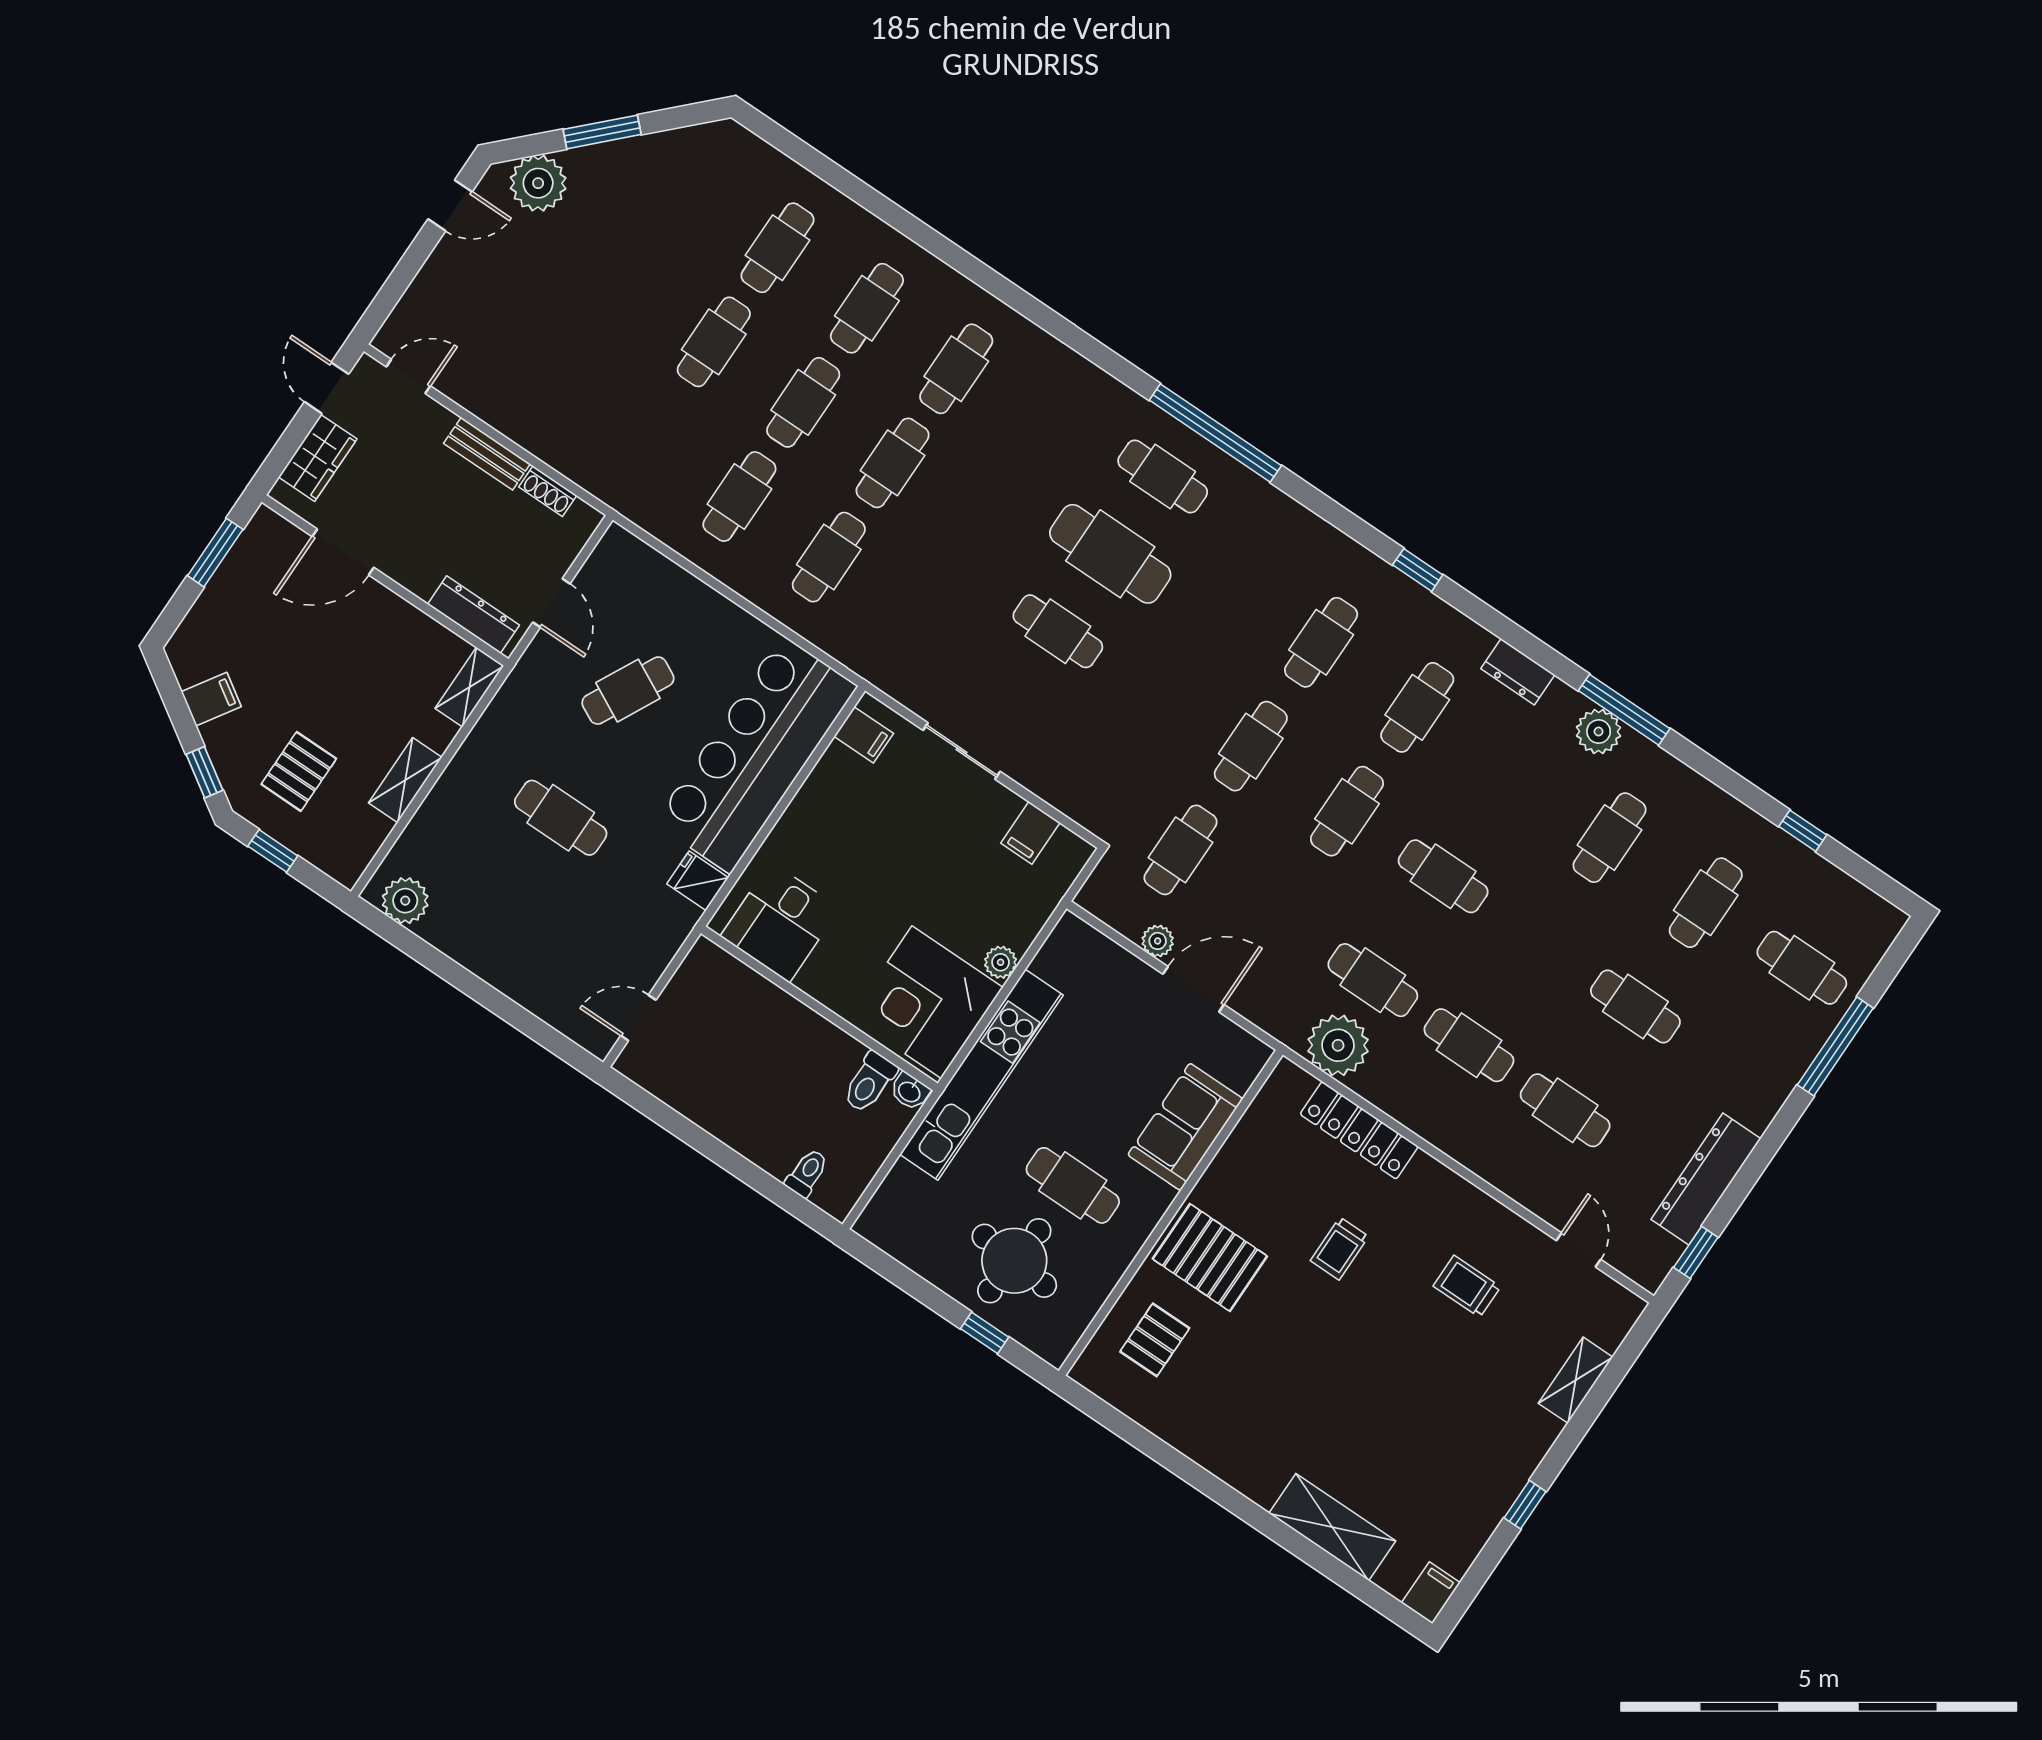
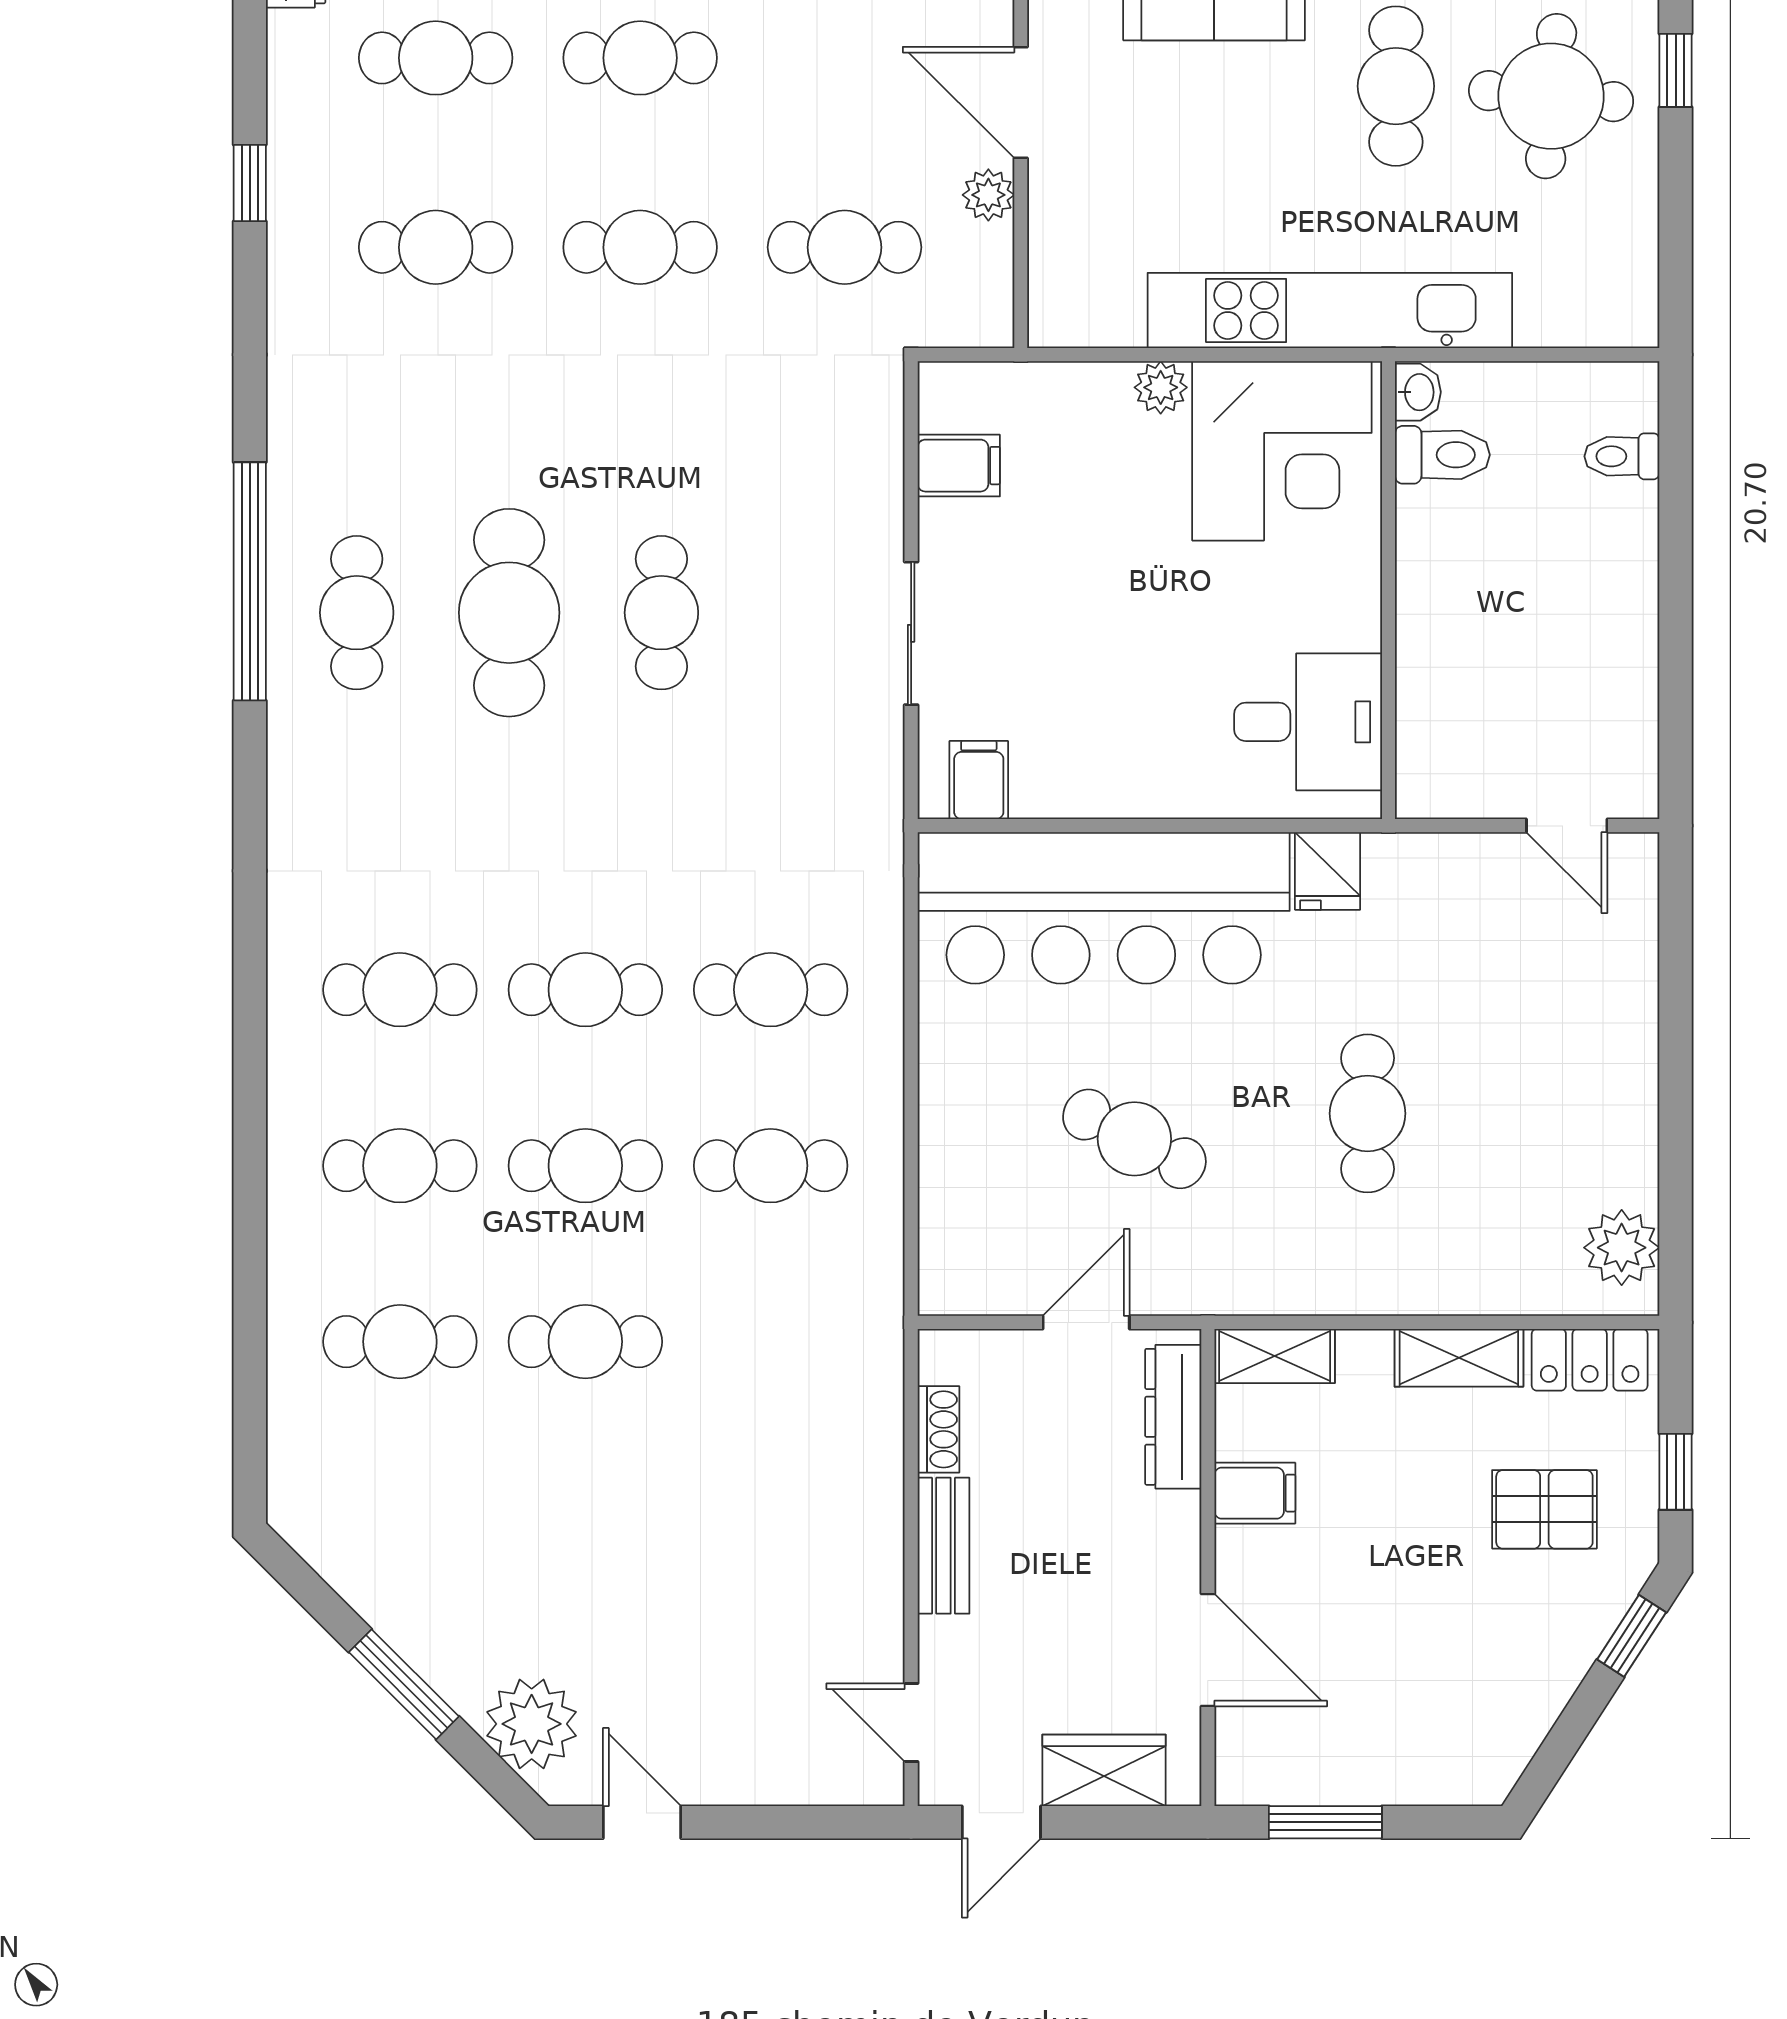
filing cabinet: (211, 699) -> (1255, 1493), moved, turned 147
locker: (359, 846) -> (1590, 1360), added

